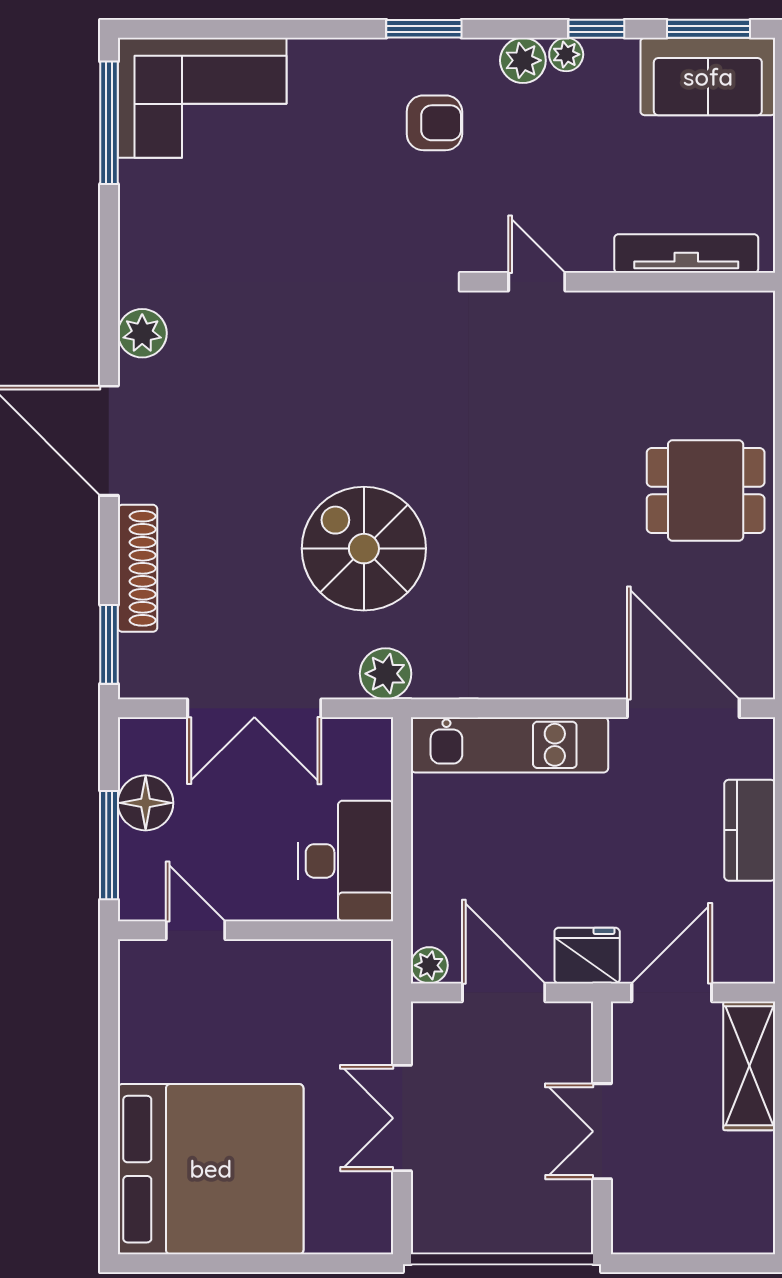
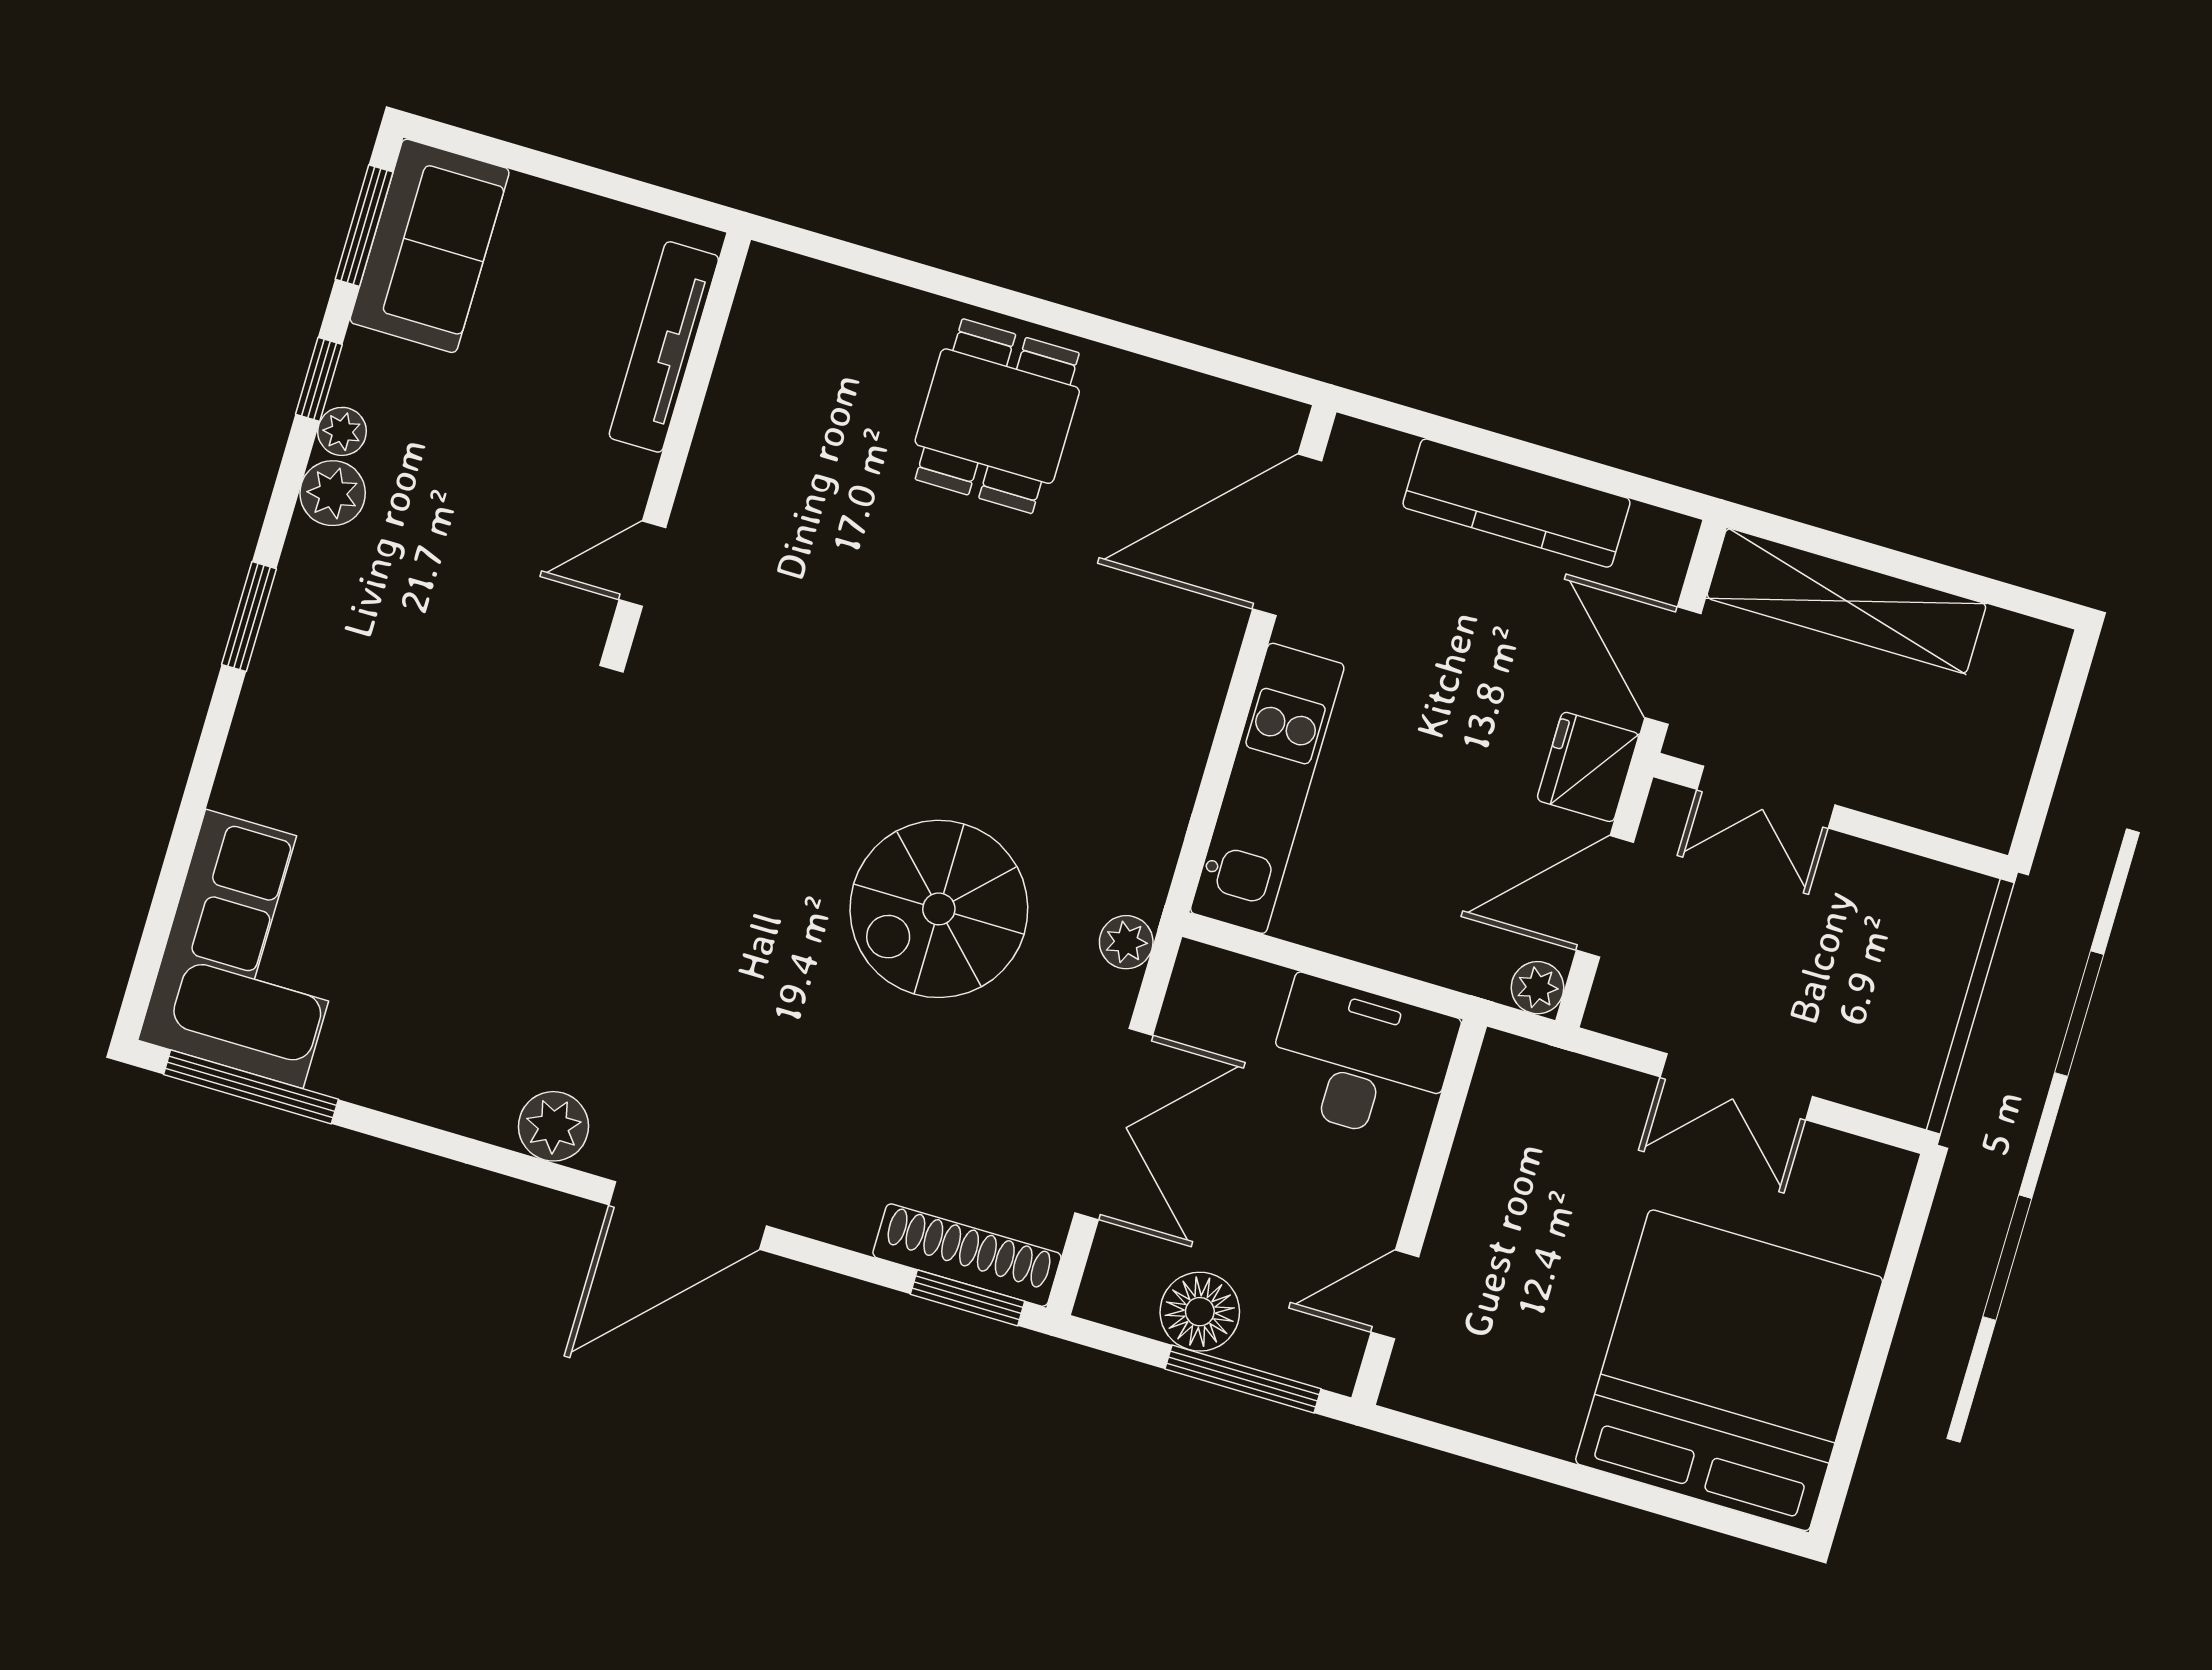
armchair: (434, 123) -> (383, 640), removed
shoe rack: (138, 568) -> (967, 1255), moved
plant: (386, 674) -> (1126, 942), width x0.73, depth x0.73
kitchen counter: (750, 830) -> (1516, 503), width x1.50
shelving: (749, 1066) -> (1846, 601), width x1.47
double door: (602, 1131) -> (1766, 797), moved

